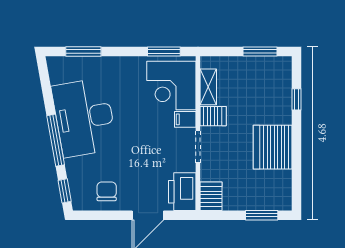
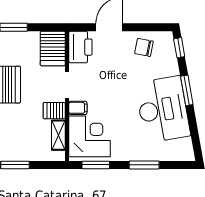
window: (83, 52) -> (144, 165), moved
window: (56, 140) -> (187, 90), width x0.69
chair: (107, 191) -> (144, 47), turned 101
server rack: (211, 196) -> (53, 48), width x1.36, depth x1.44

